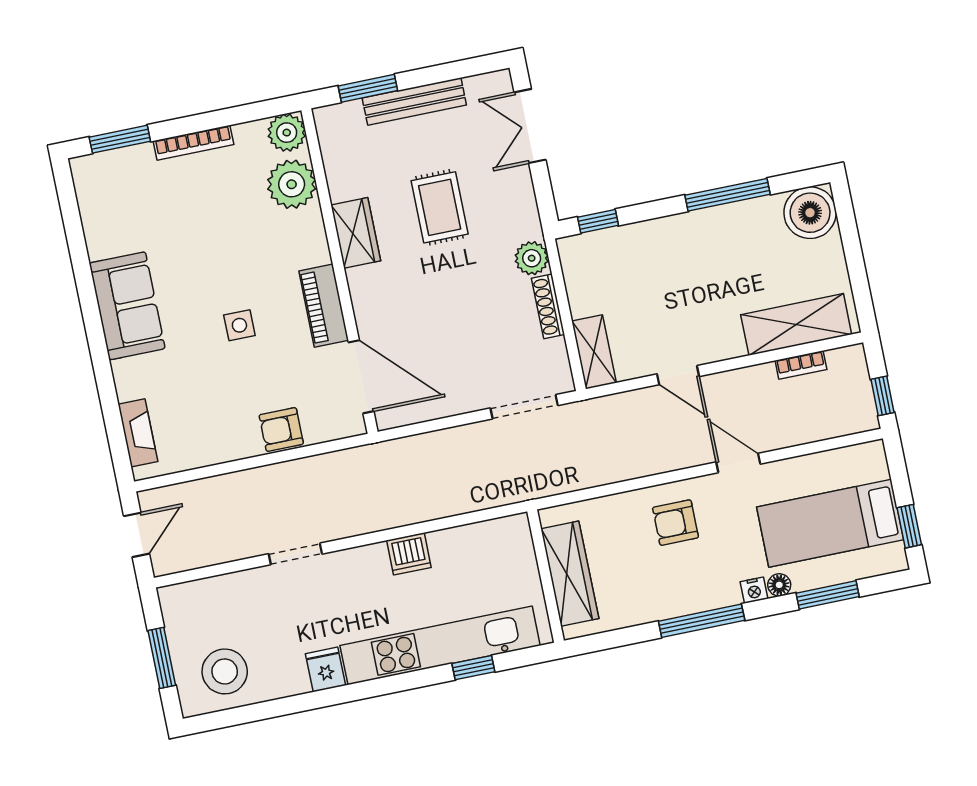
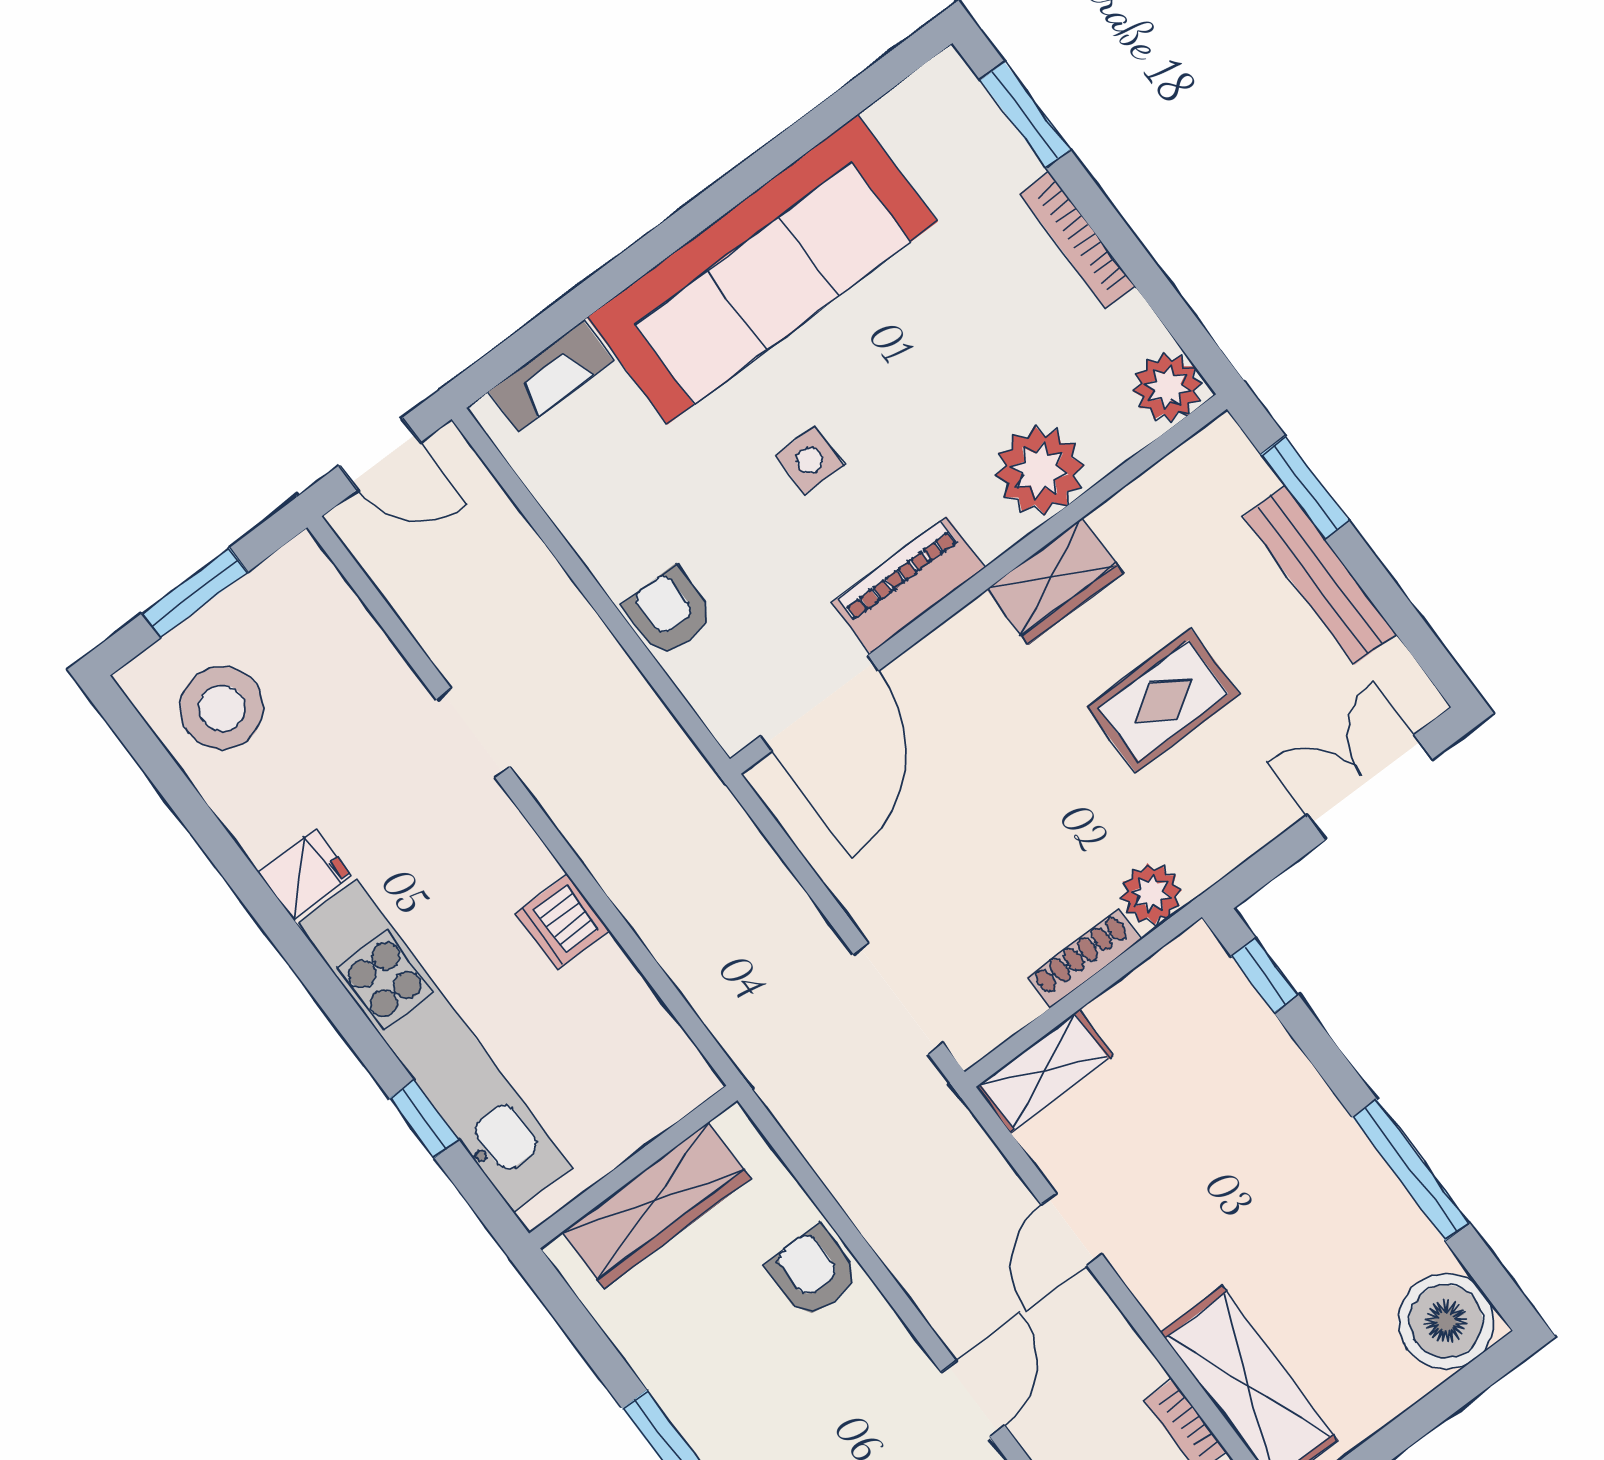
plant: (292, 184) -> (1040, 470), moved
sofa: (127, 306) -> (762, 270), width x1.85, depth x1.27
armchair: (675, 523) -> (813, 1273), moved

